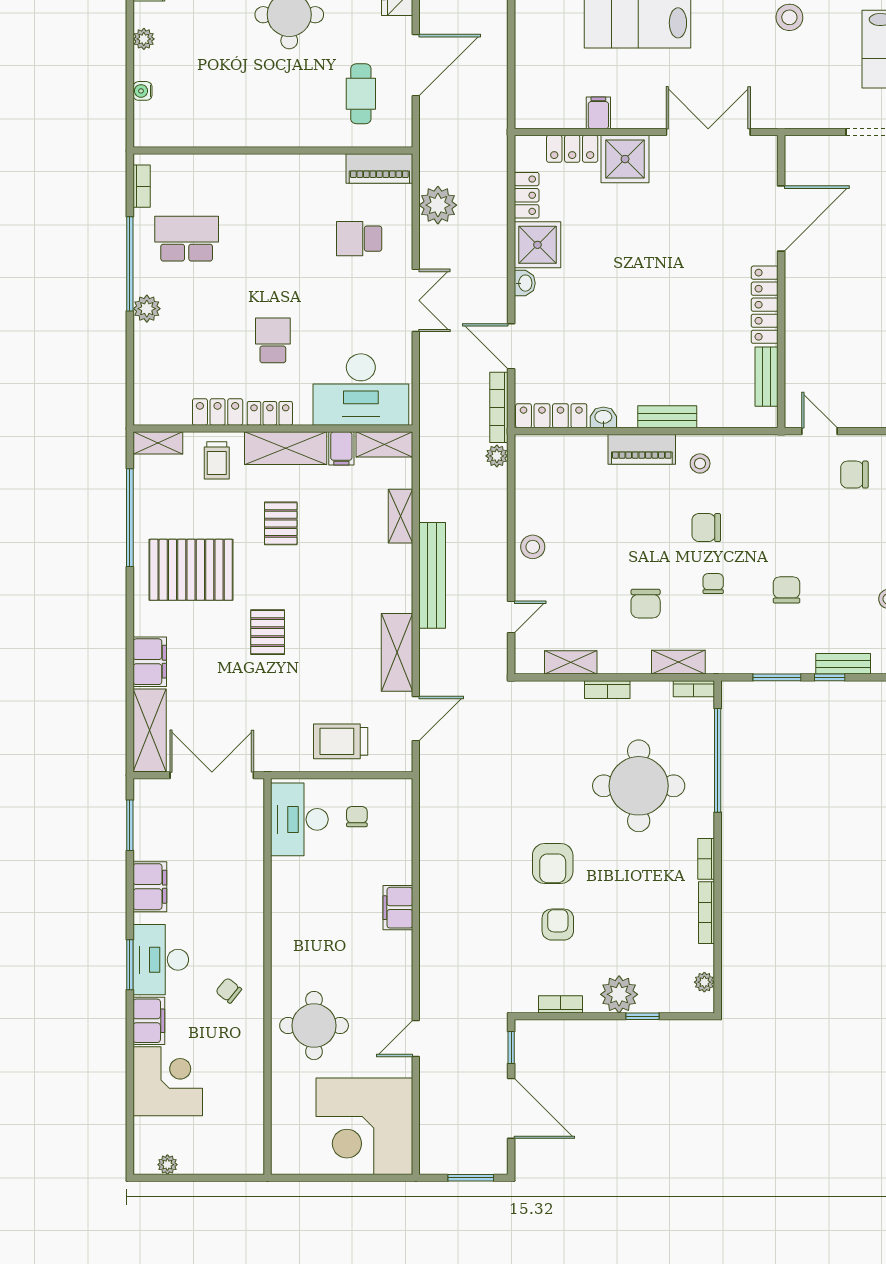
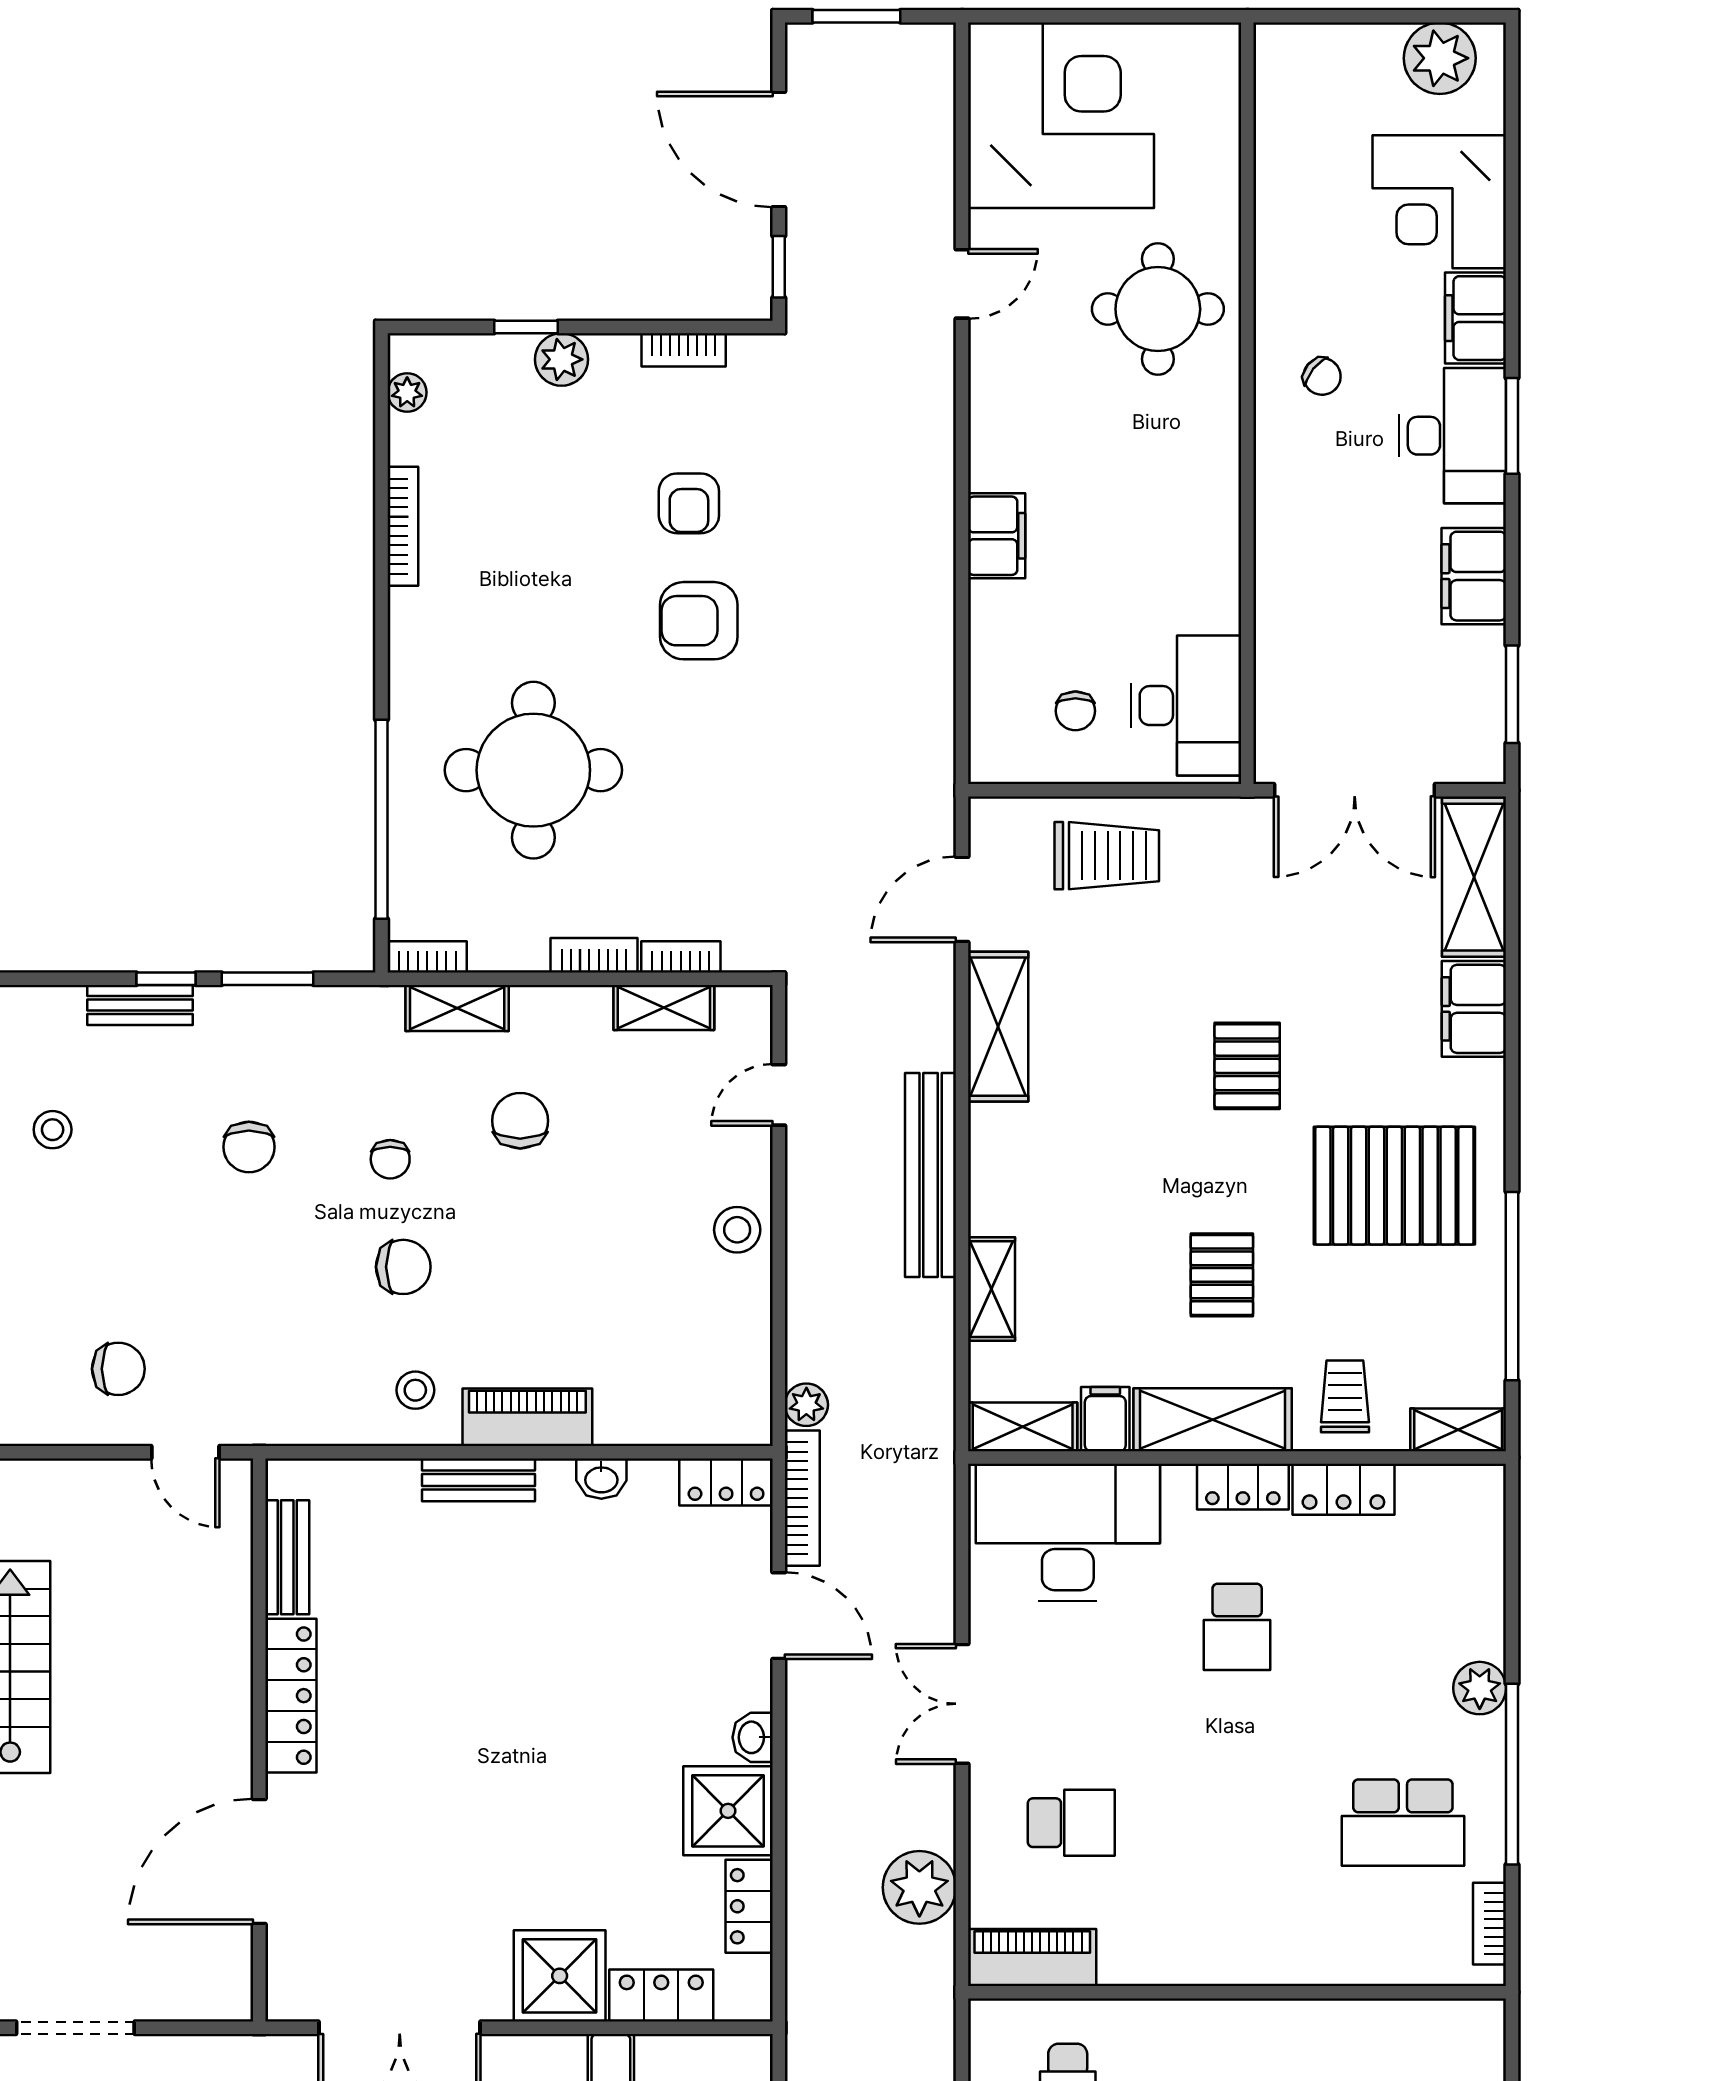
locker: (551, 416) -> (726, 1482), width x0.66
bookcase: (706, 859) -> (681, 957), moved, turned -90
armchair: (553, 864) -> (699, 621), turned -90
plant: (619, 994) -> (562, 359), width x0.73, depth x0.73
plant: (167, 1165) -> (1440, 58), width x1.88, depth x1.88

